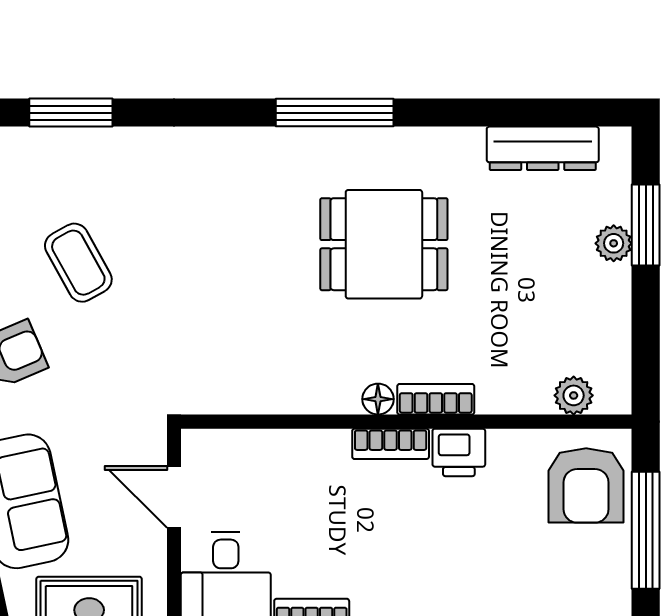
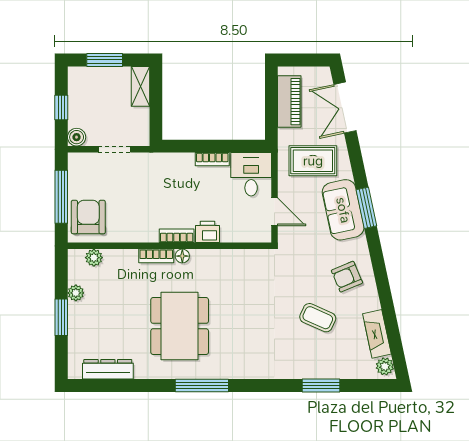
window: (646, 225) -> (61, 317), moved
plant: (614, 243) -> (76, 293), moved
dining table: (384, 244) -> (180, 326), width x1.38
coffee table: (78, 263) -> (318, 318), turned -37
printer: (459, 452) -> (207, 232), moved

